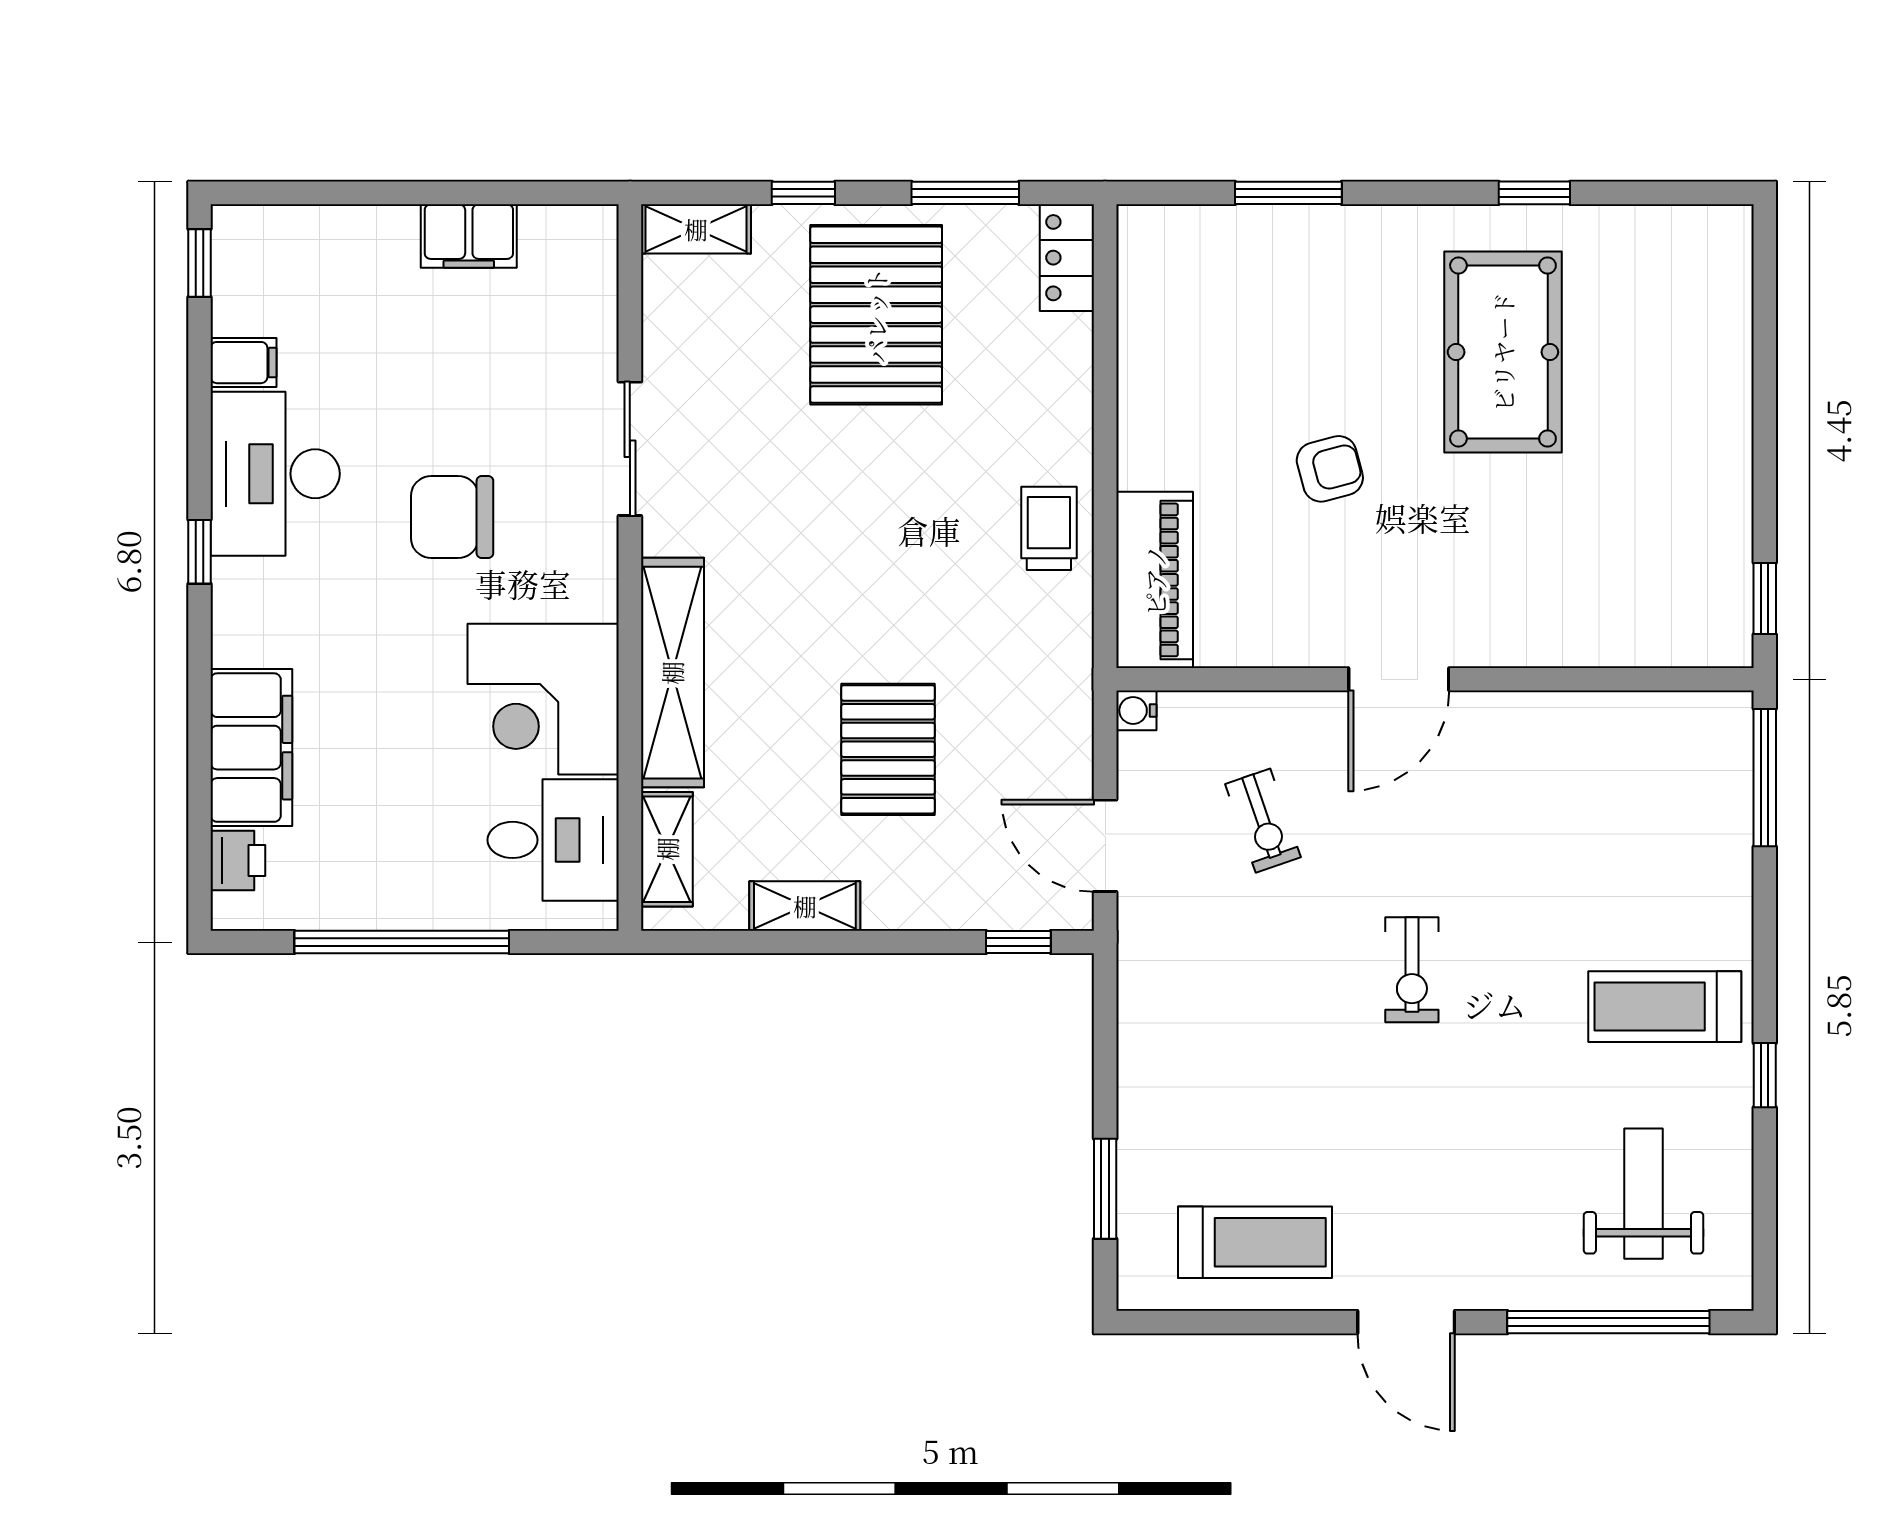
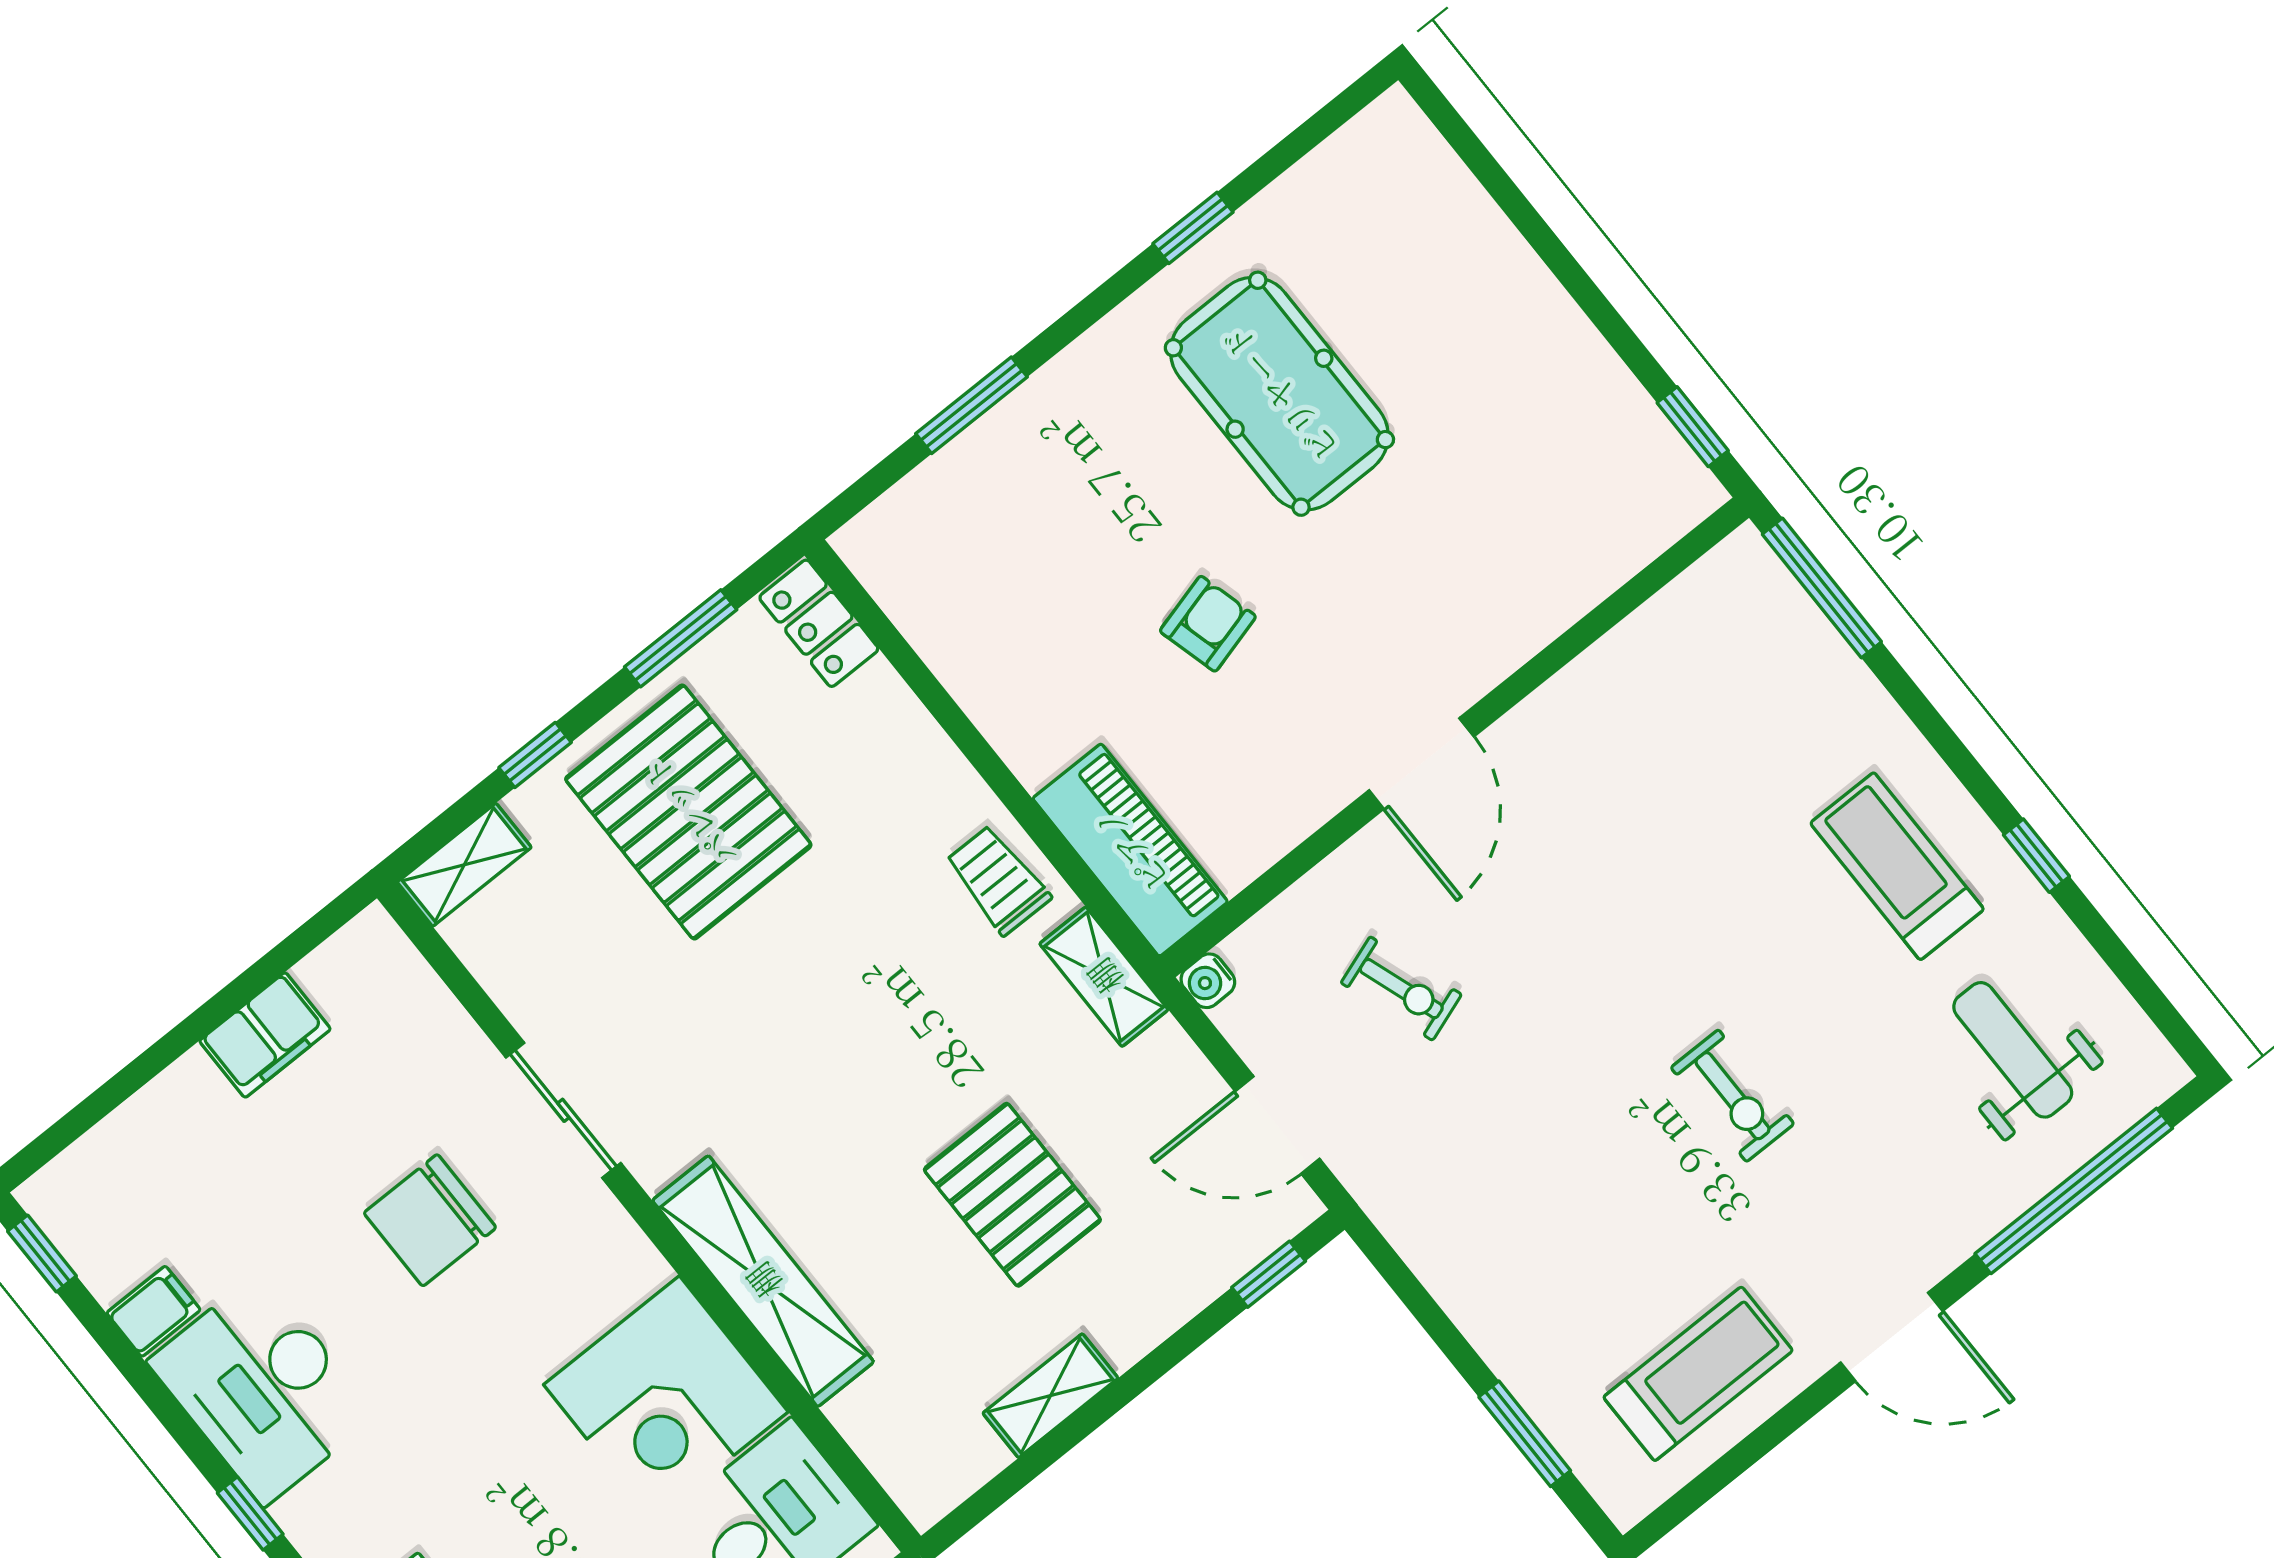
chair: (452, 517) -> (430, 1220), moved
shelving: (667, 849) -> (1104, 977), moved
exercise bike: (1412, 970) -> (1732, 1096), moved
treadmill: (1665, 1007) -> (1897, 866), turned 90

